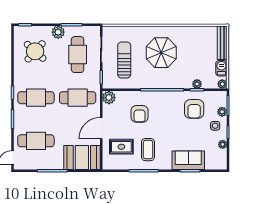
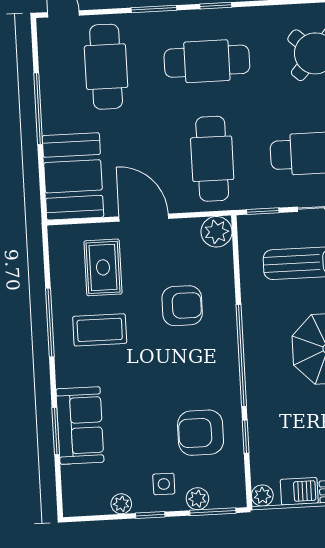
plant: (197, 84) -> (259, 436), removed
cafe table: (36, 98) -> (207, 61), turned 90
armchair: (140, 114) -> (182, 306), turned 180

